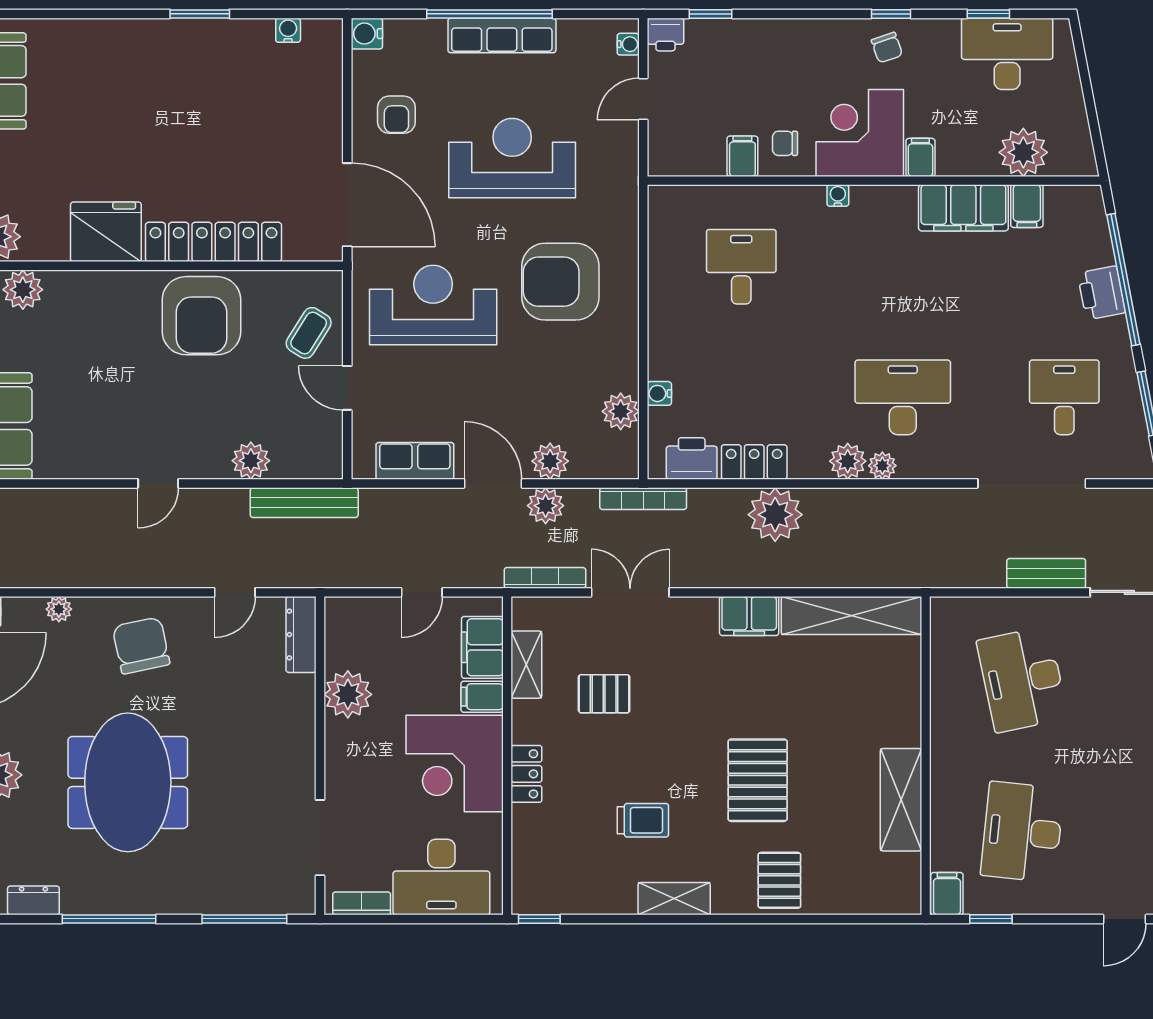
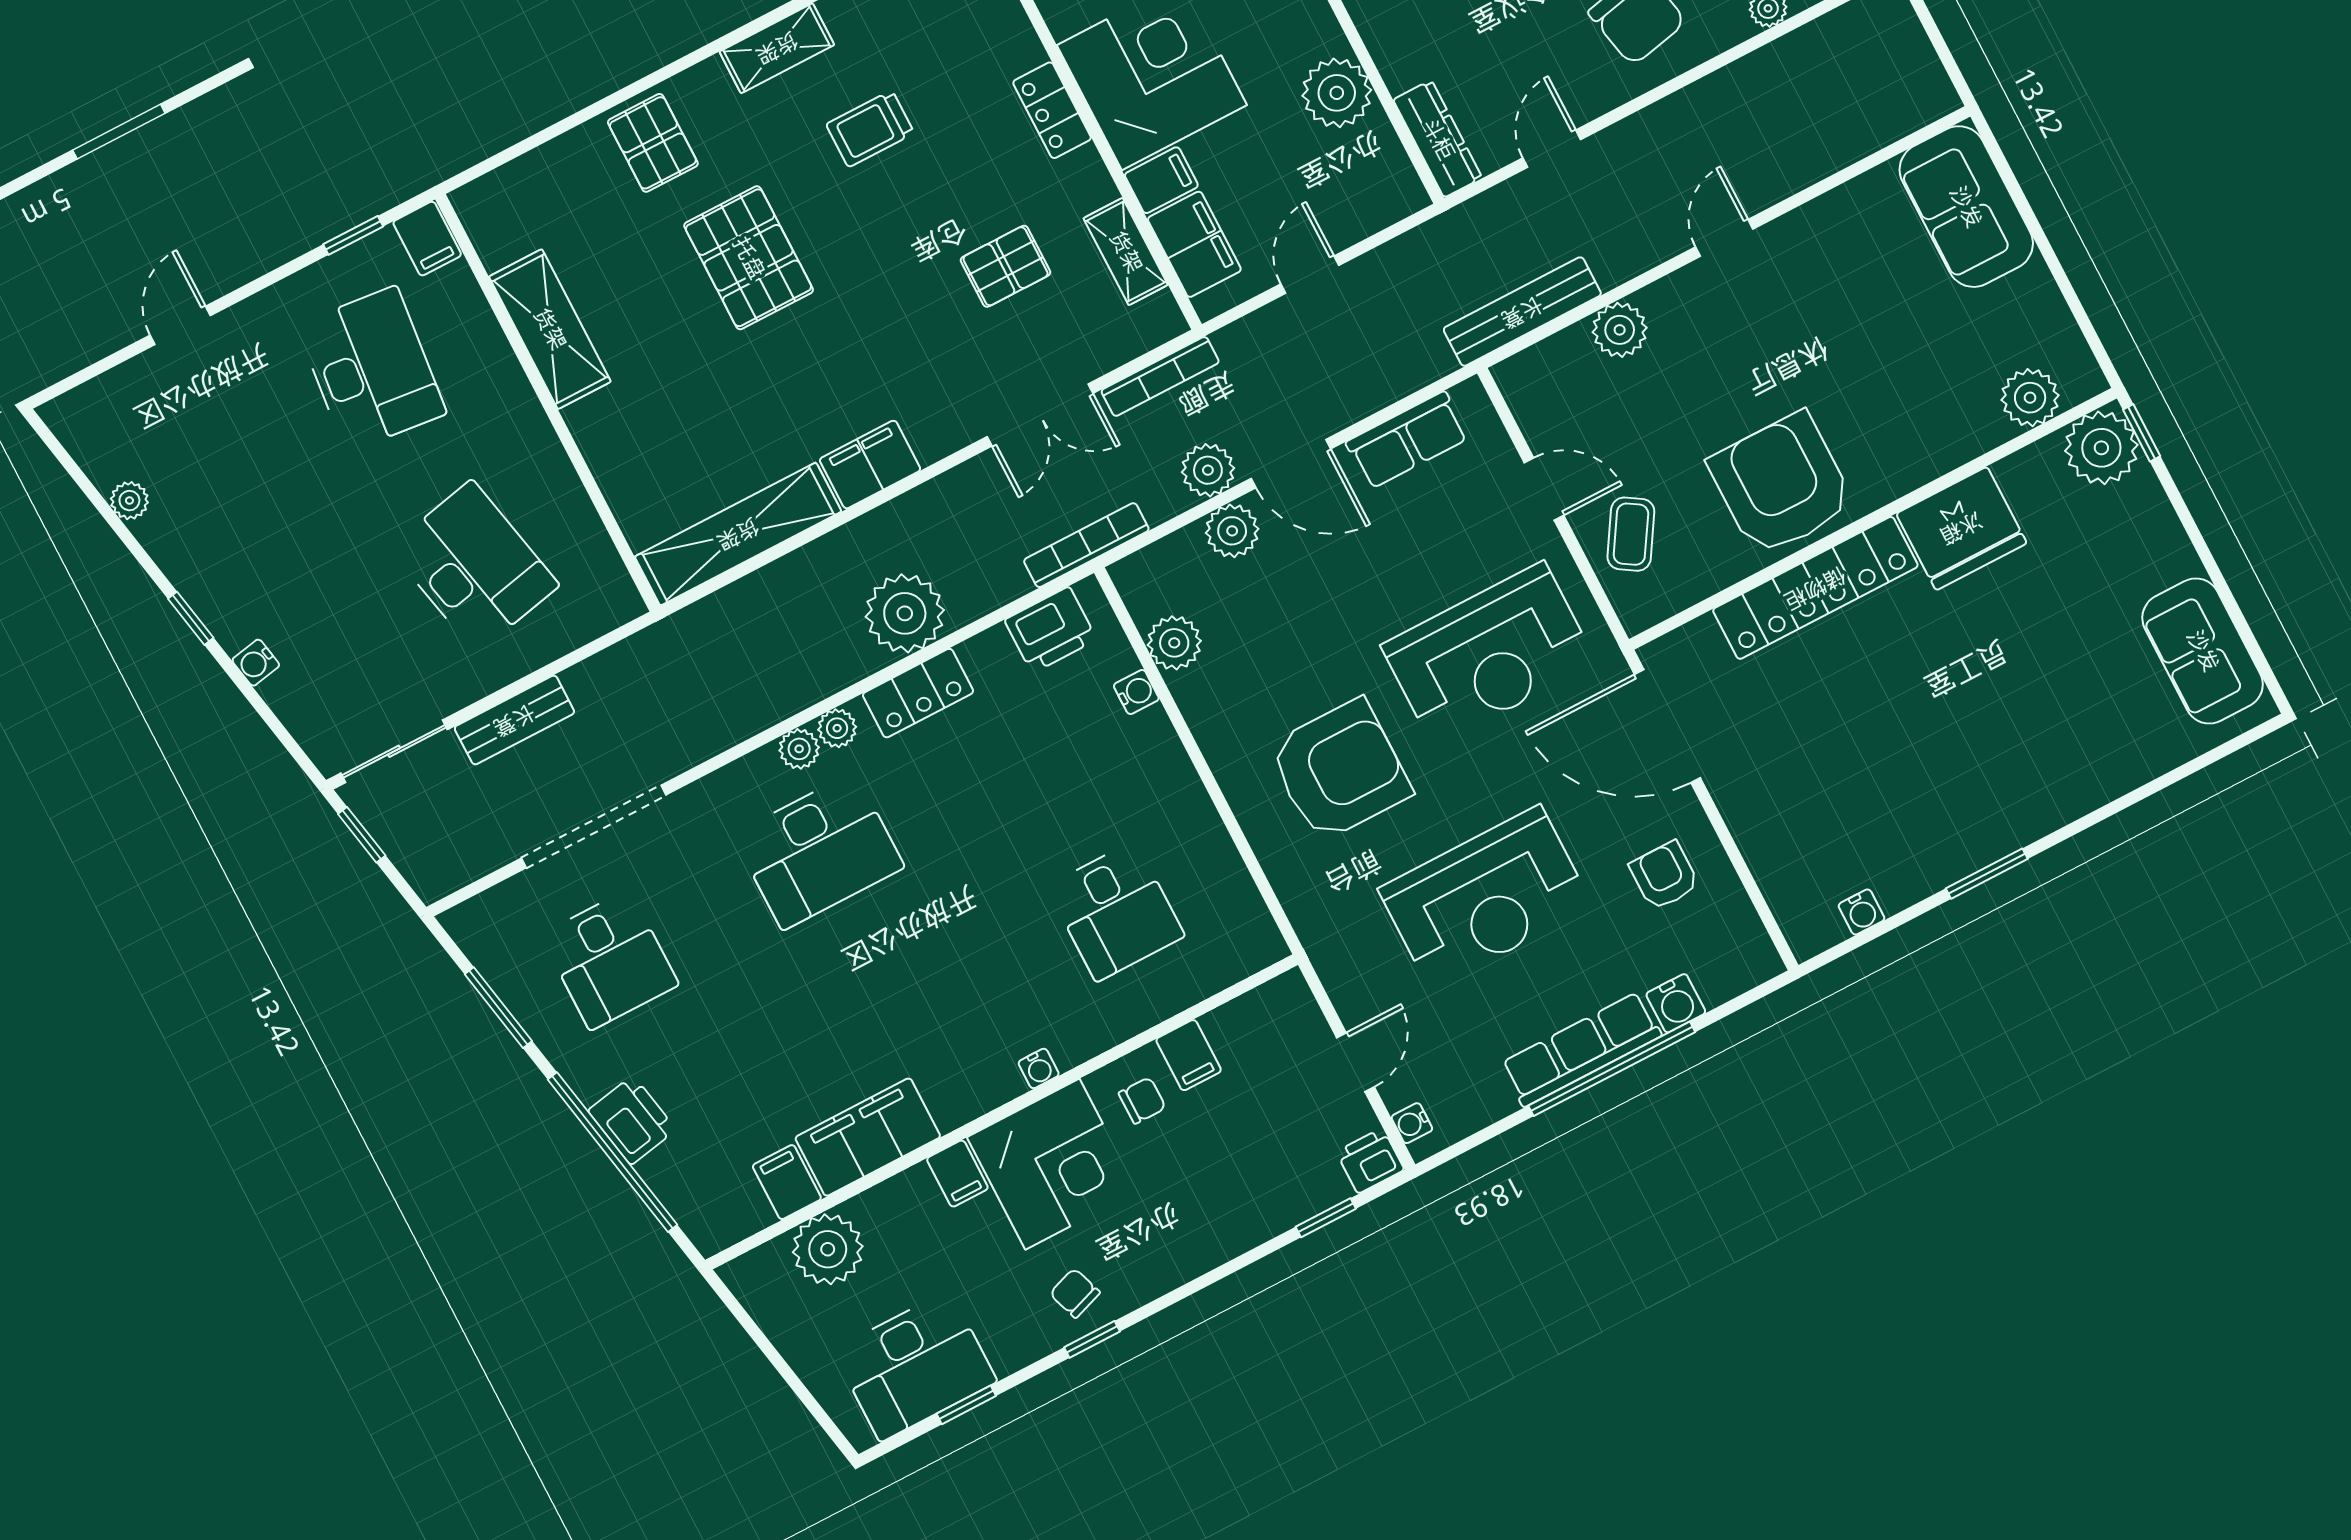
water cooler: (367, 34) -> (1676, 1003), moved, turned 90
plant: (848, 461) -> (837, 728), width x0.73, depth x0.73
locker: (754, 462) -> (918, 693), moved

